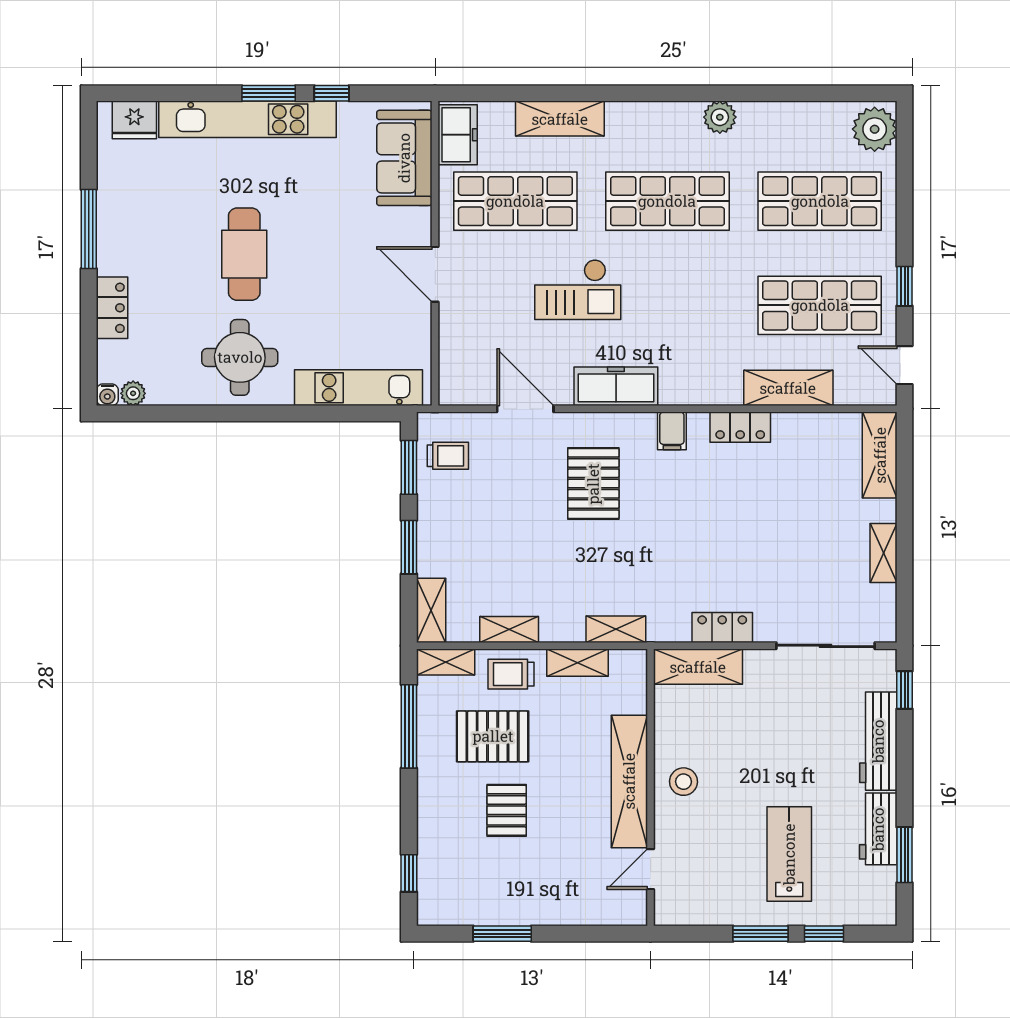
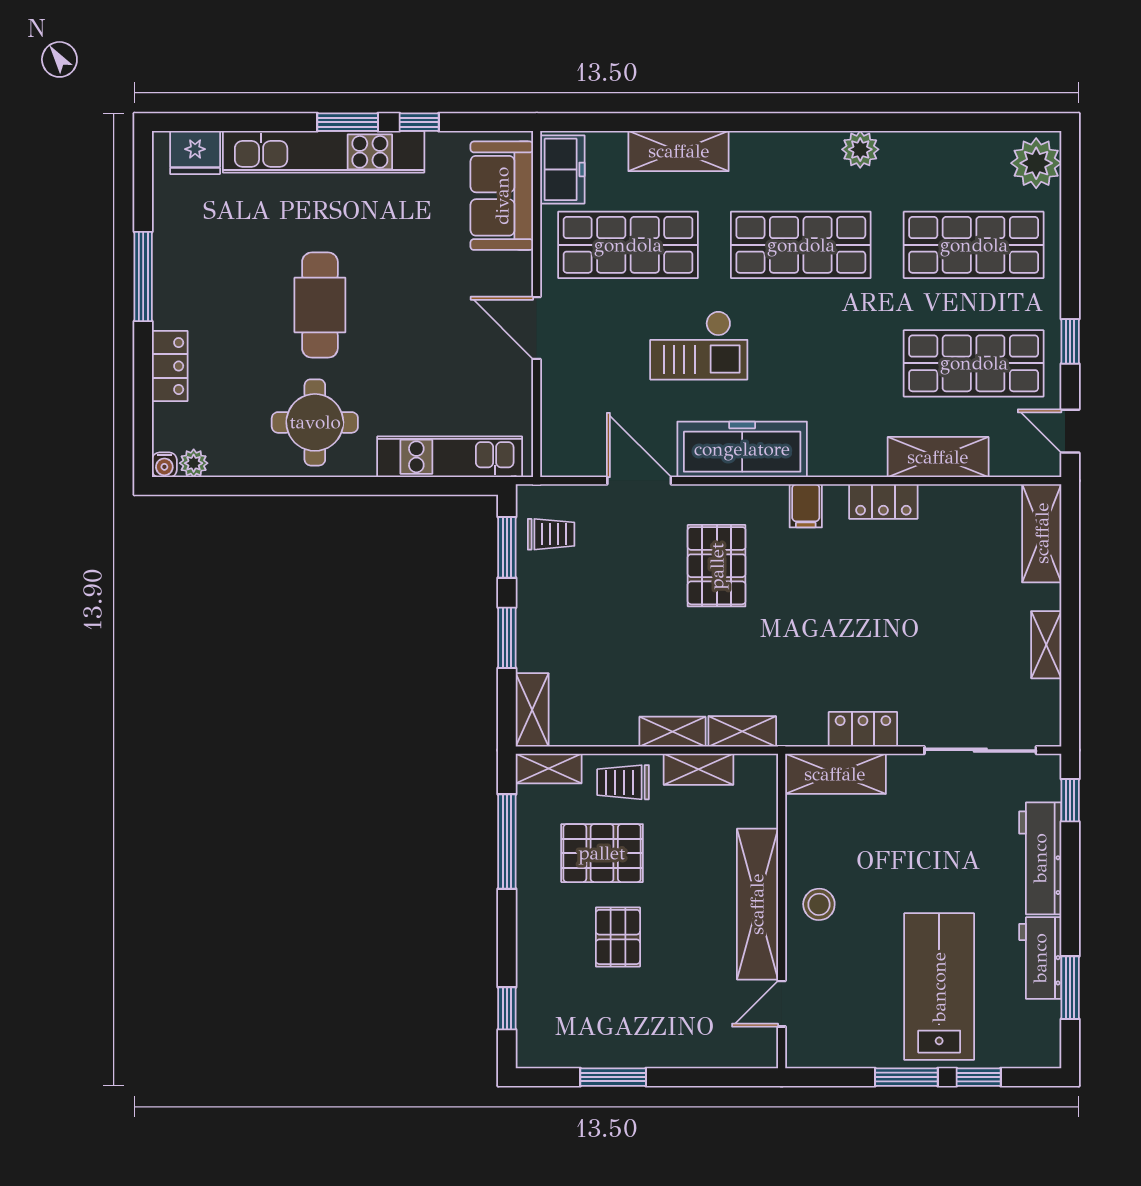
freezer: (616, 386) -> (742, 449), width x1.36, depth x1.26
shelving: (509, 630) -> (672, 732), moved
lab bench: (789, 854) -> (939, 987), width x1.36, depth x1.39

